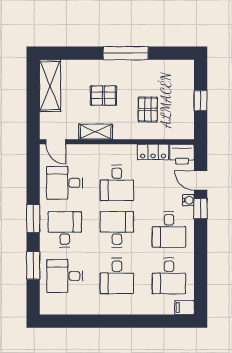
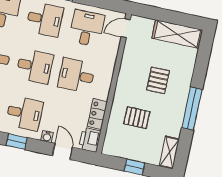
shelving: (96, 132) -> (169, 152), moved
door: (201, 180) -> (62, 151), hinge flipped
window: (201, 209) -> (17, 141), moved
desk: (169, 229) -> (24, 113), turned 180

